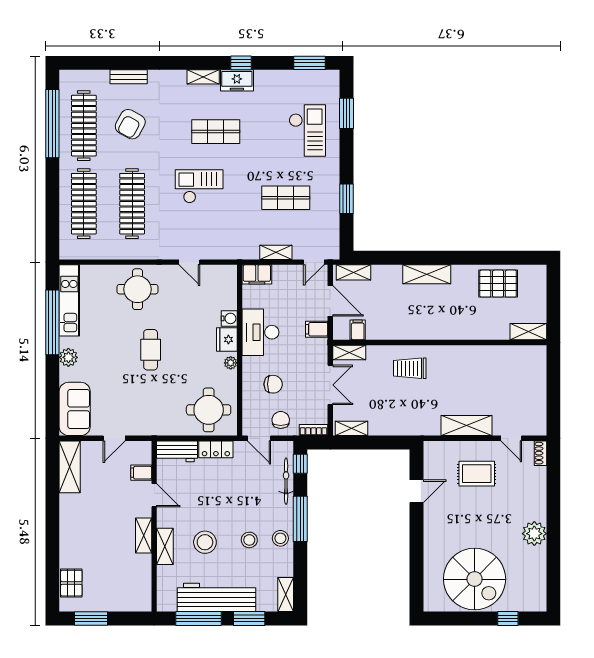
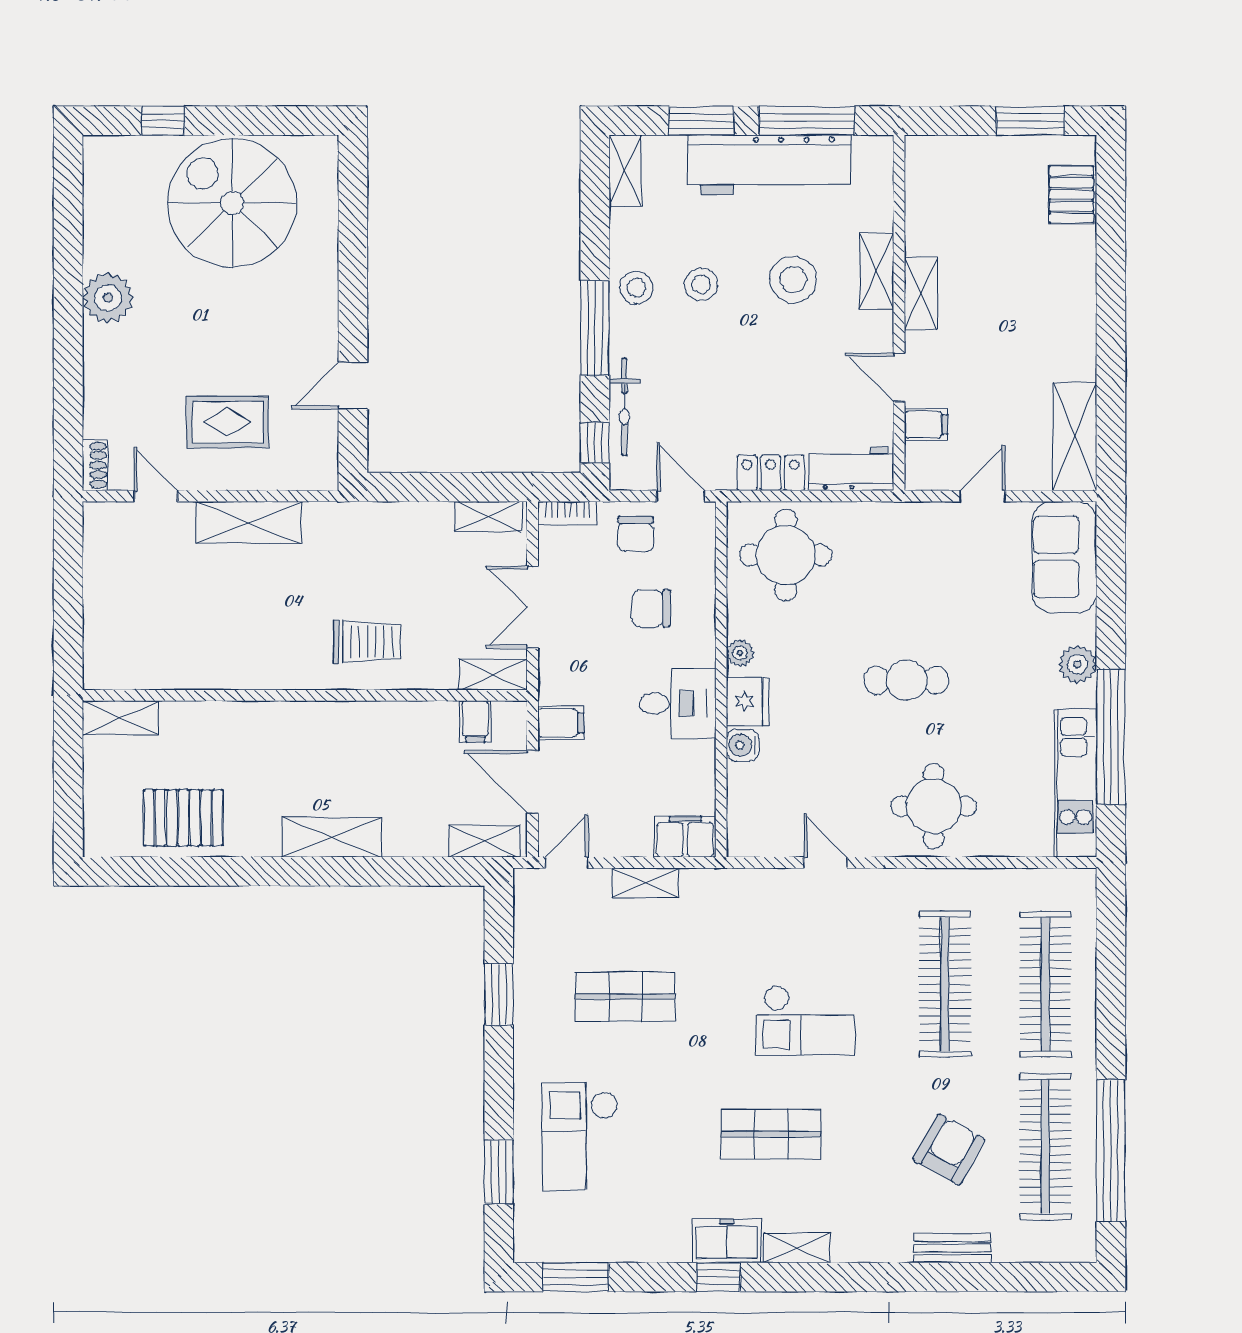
desk: (260, 332) -> (678, 703), width x0.73
cafe table: (151, 350) -> (906, 680), turned 90

